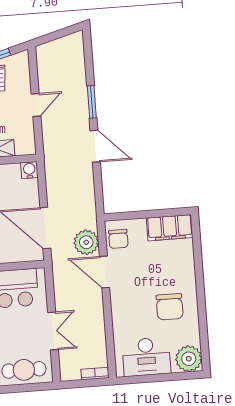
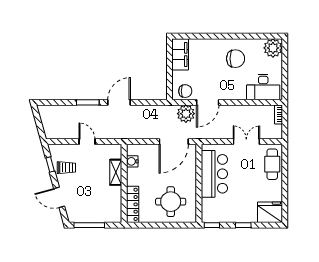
water cooler: (29, 170) -> (132, 161), moved
desk: (146, 357) -> (263, 87), moved, turned 90

